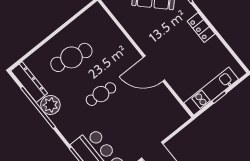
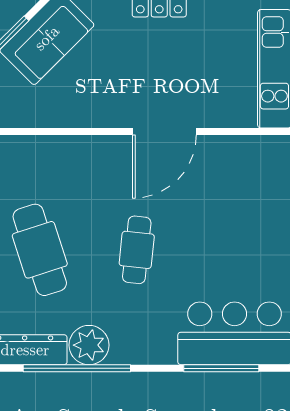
cafe table: (71, 57) -> (40, 250), turned -30

